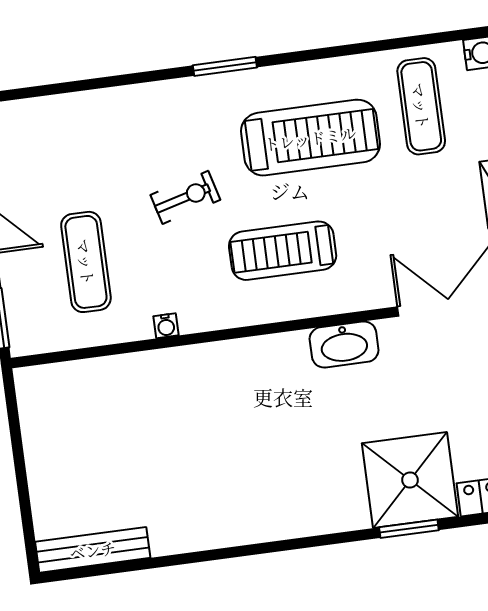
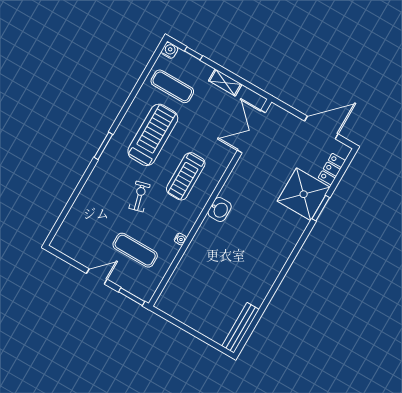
washbasin: (344, 345) -> (220, 210), moved, width x0.72

